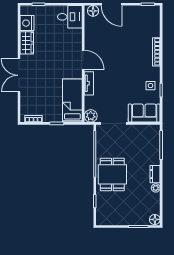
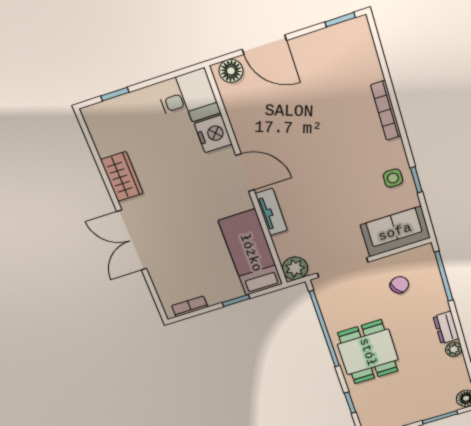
nightstand: (27, 23) -> (213, 134), moved, turned 180
chair: (138, 142) -> (399, 285), added

